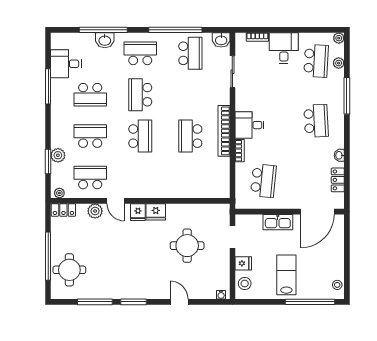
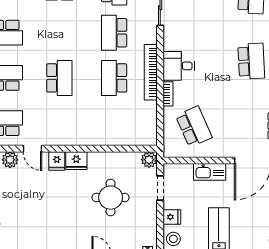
school desk: (140, 95) -> (114, 33), moved
school desk: (263, 181) -> (194, 127), turned -30
plant: (222, 211) -> (149, 160), added

